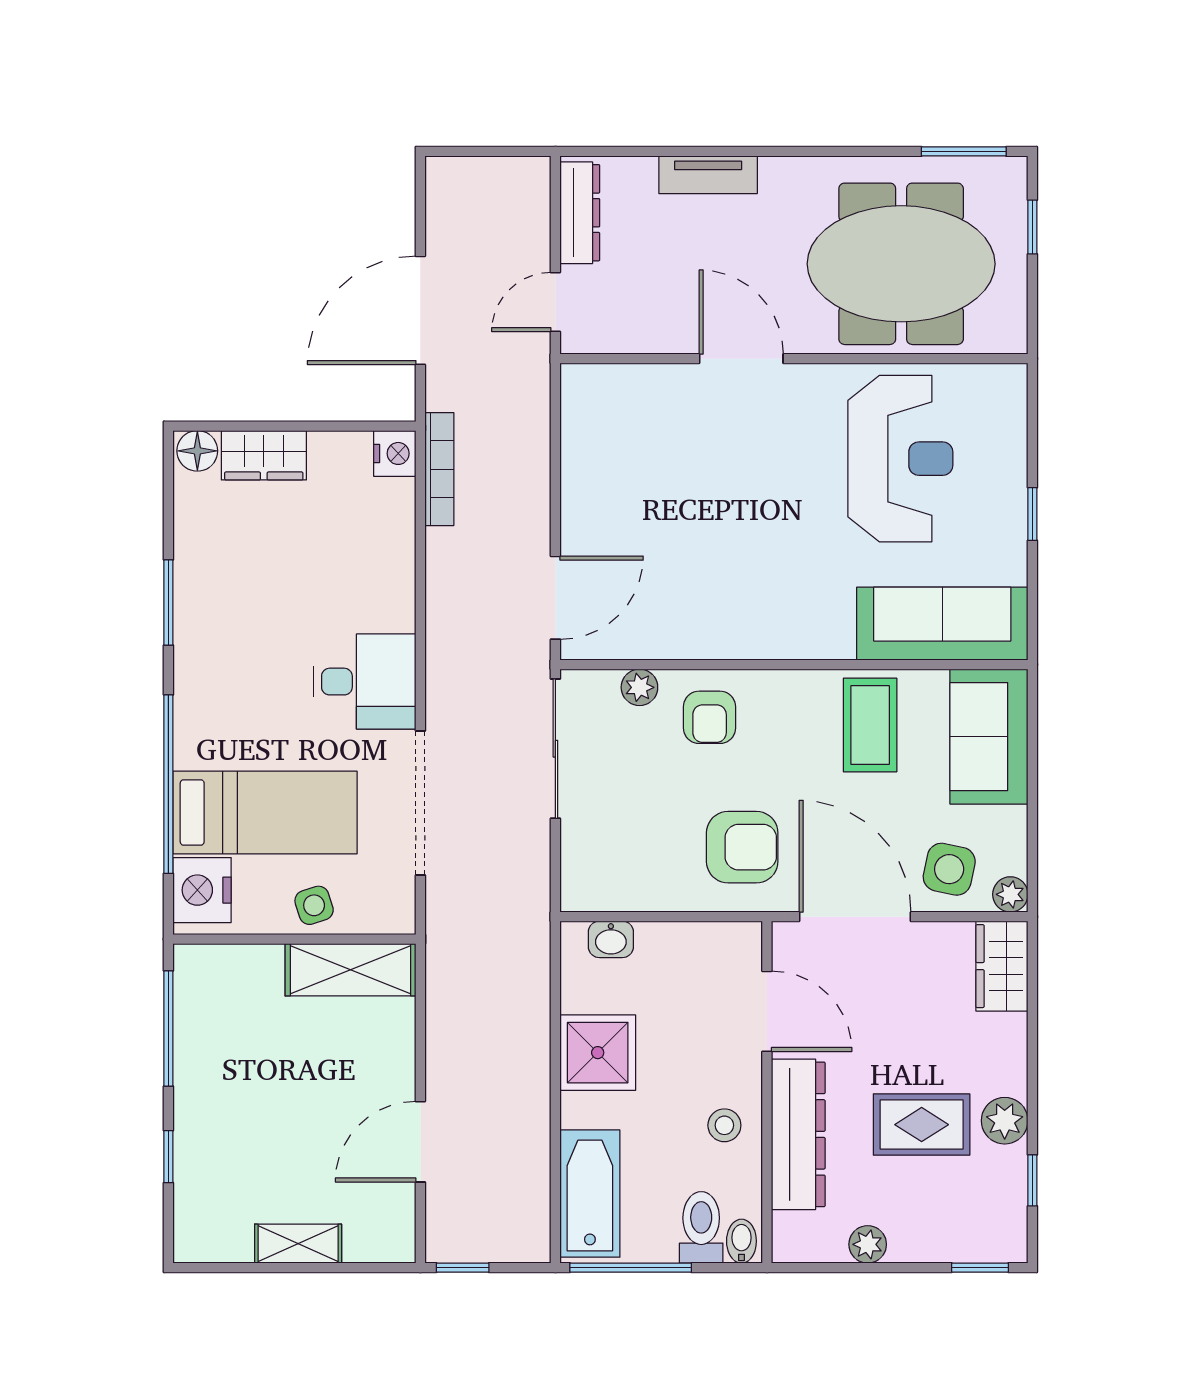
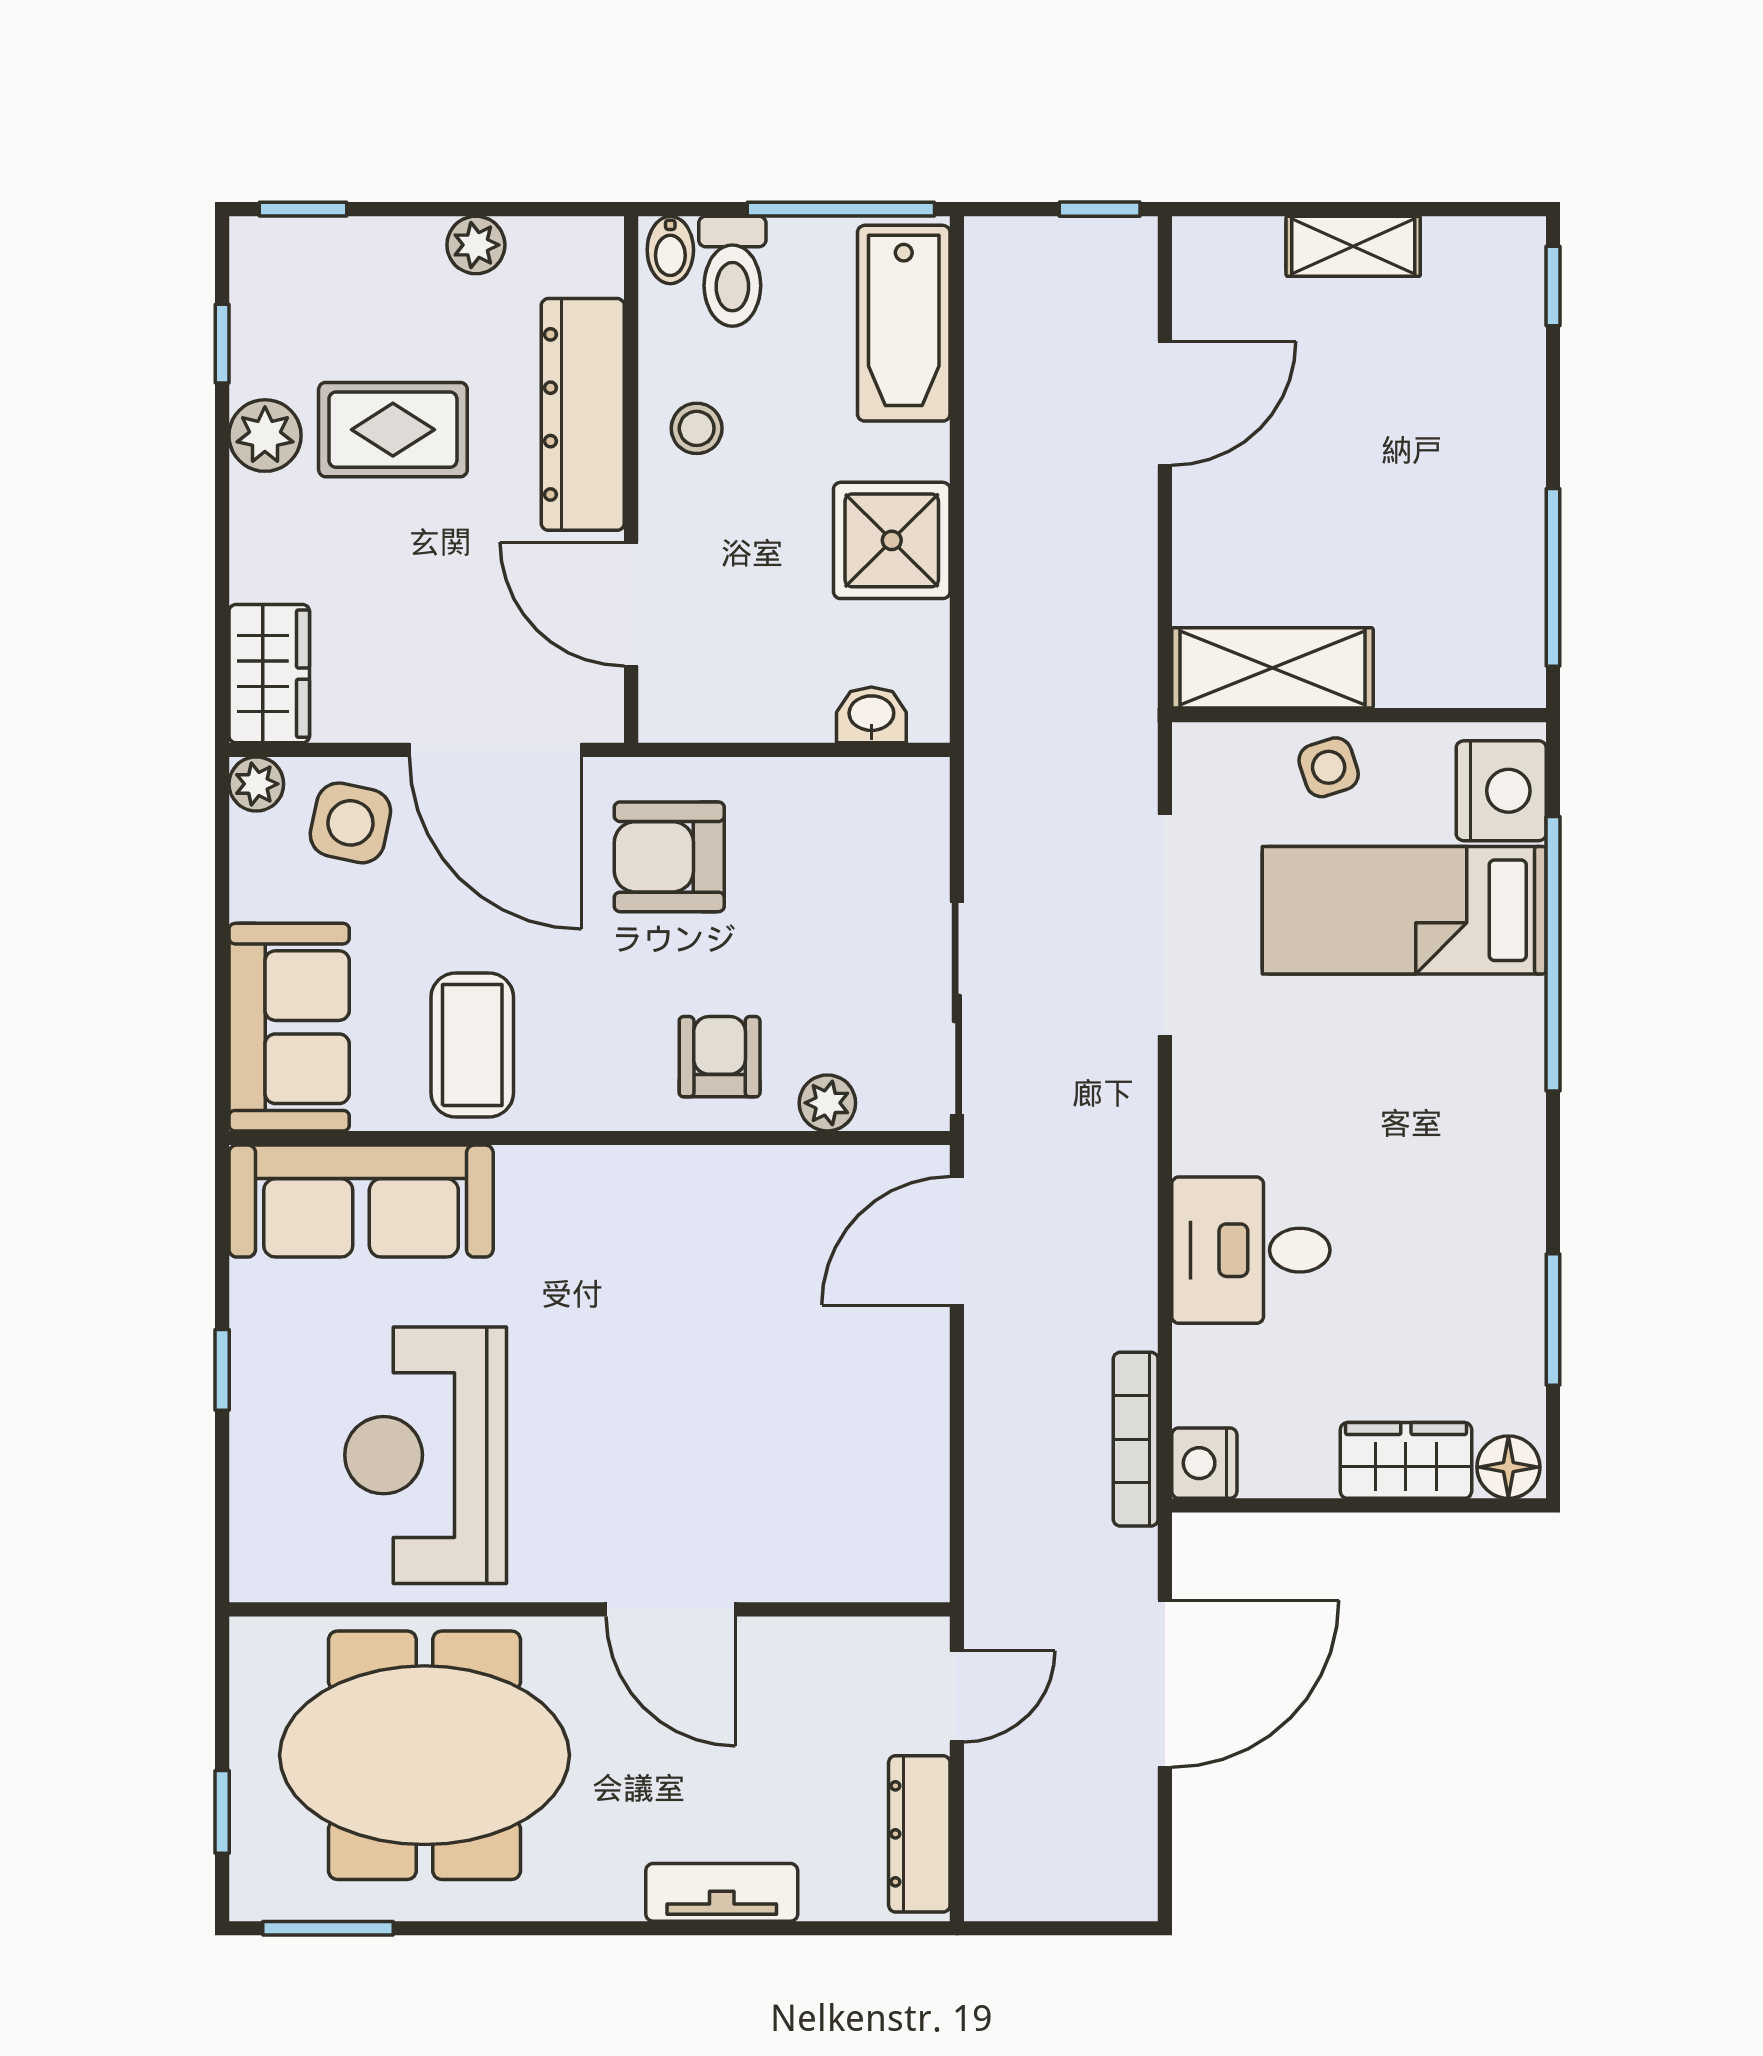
window: (168, 603) -> (1553, 1319), moved
desk: (365, 682) -> (1251, 1250), moved
window: (168, 1157) -> (1553, 286), moved

